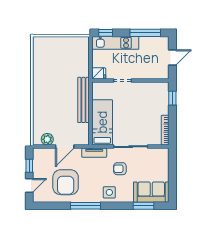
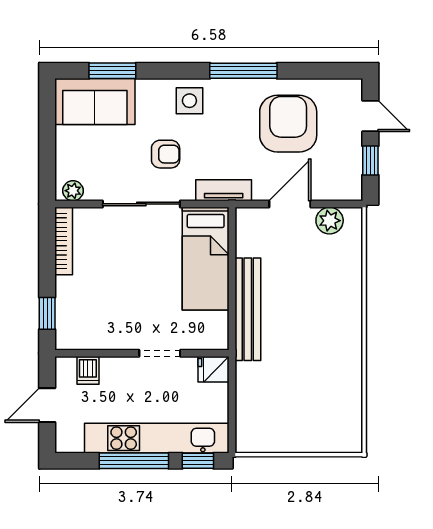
window: (145, 33) -> (134, 461), moved
kitchen unit: (115, 43) -> (157, 438), width x1.36
dishwasher: (154, 73) -> (88, 370), added
plant: (161, 152) -> (73, 191), added
door: (29, 186) -> (370, 116), swing flipped

